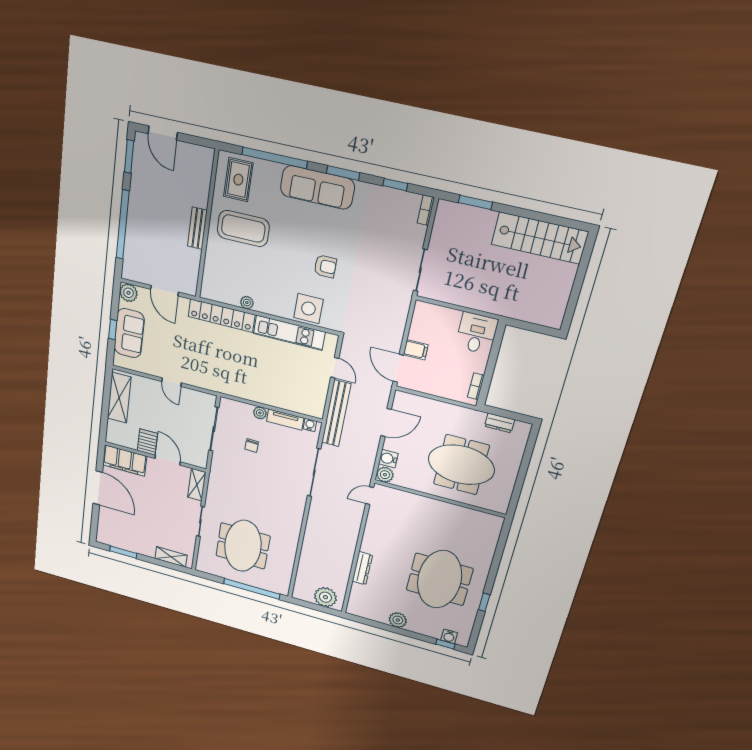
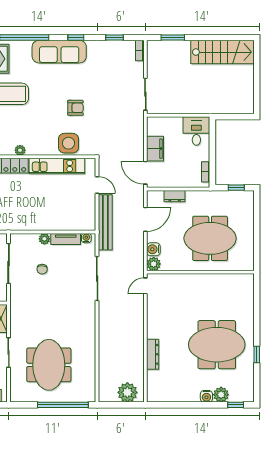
window: (343, 173) -> (76, 37), width x0.67
filing cabinet: (416, 350) -> (155, 149), width x2.00
window: (511, 415) -> (236, 188), added
dresser: (500, 423) -> (175, 196), moved
meeting table: (439, 579) -> (217, 345), turned 90
plant: (398, 620) -> (221, 395), moved
water cooler: (449, 636) -> (206, 396), moved

